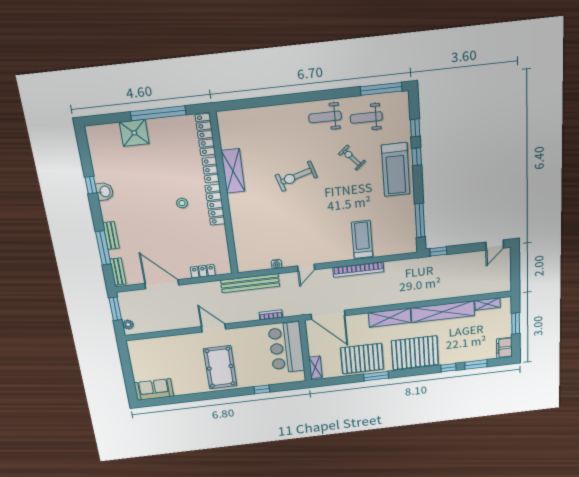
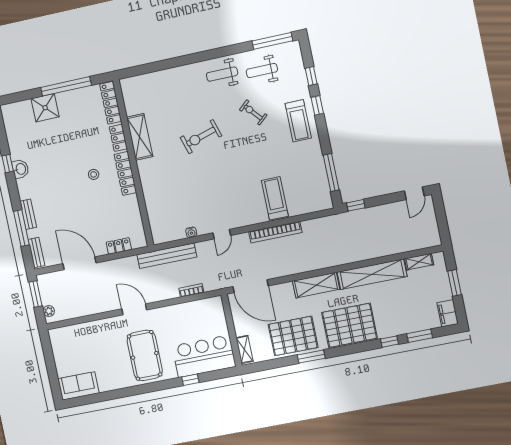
treadmill: (396, 170) -> (298, 121), width x0.73, depth x0.73
bar counter: (286, 348) -> (204, 356), moved, turned 90

